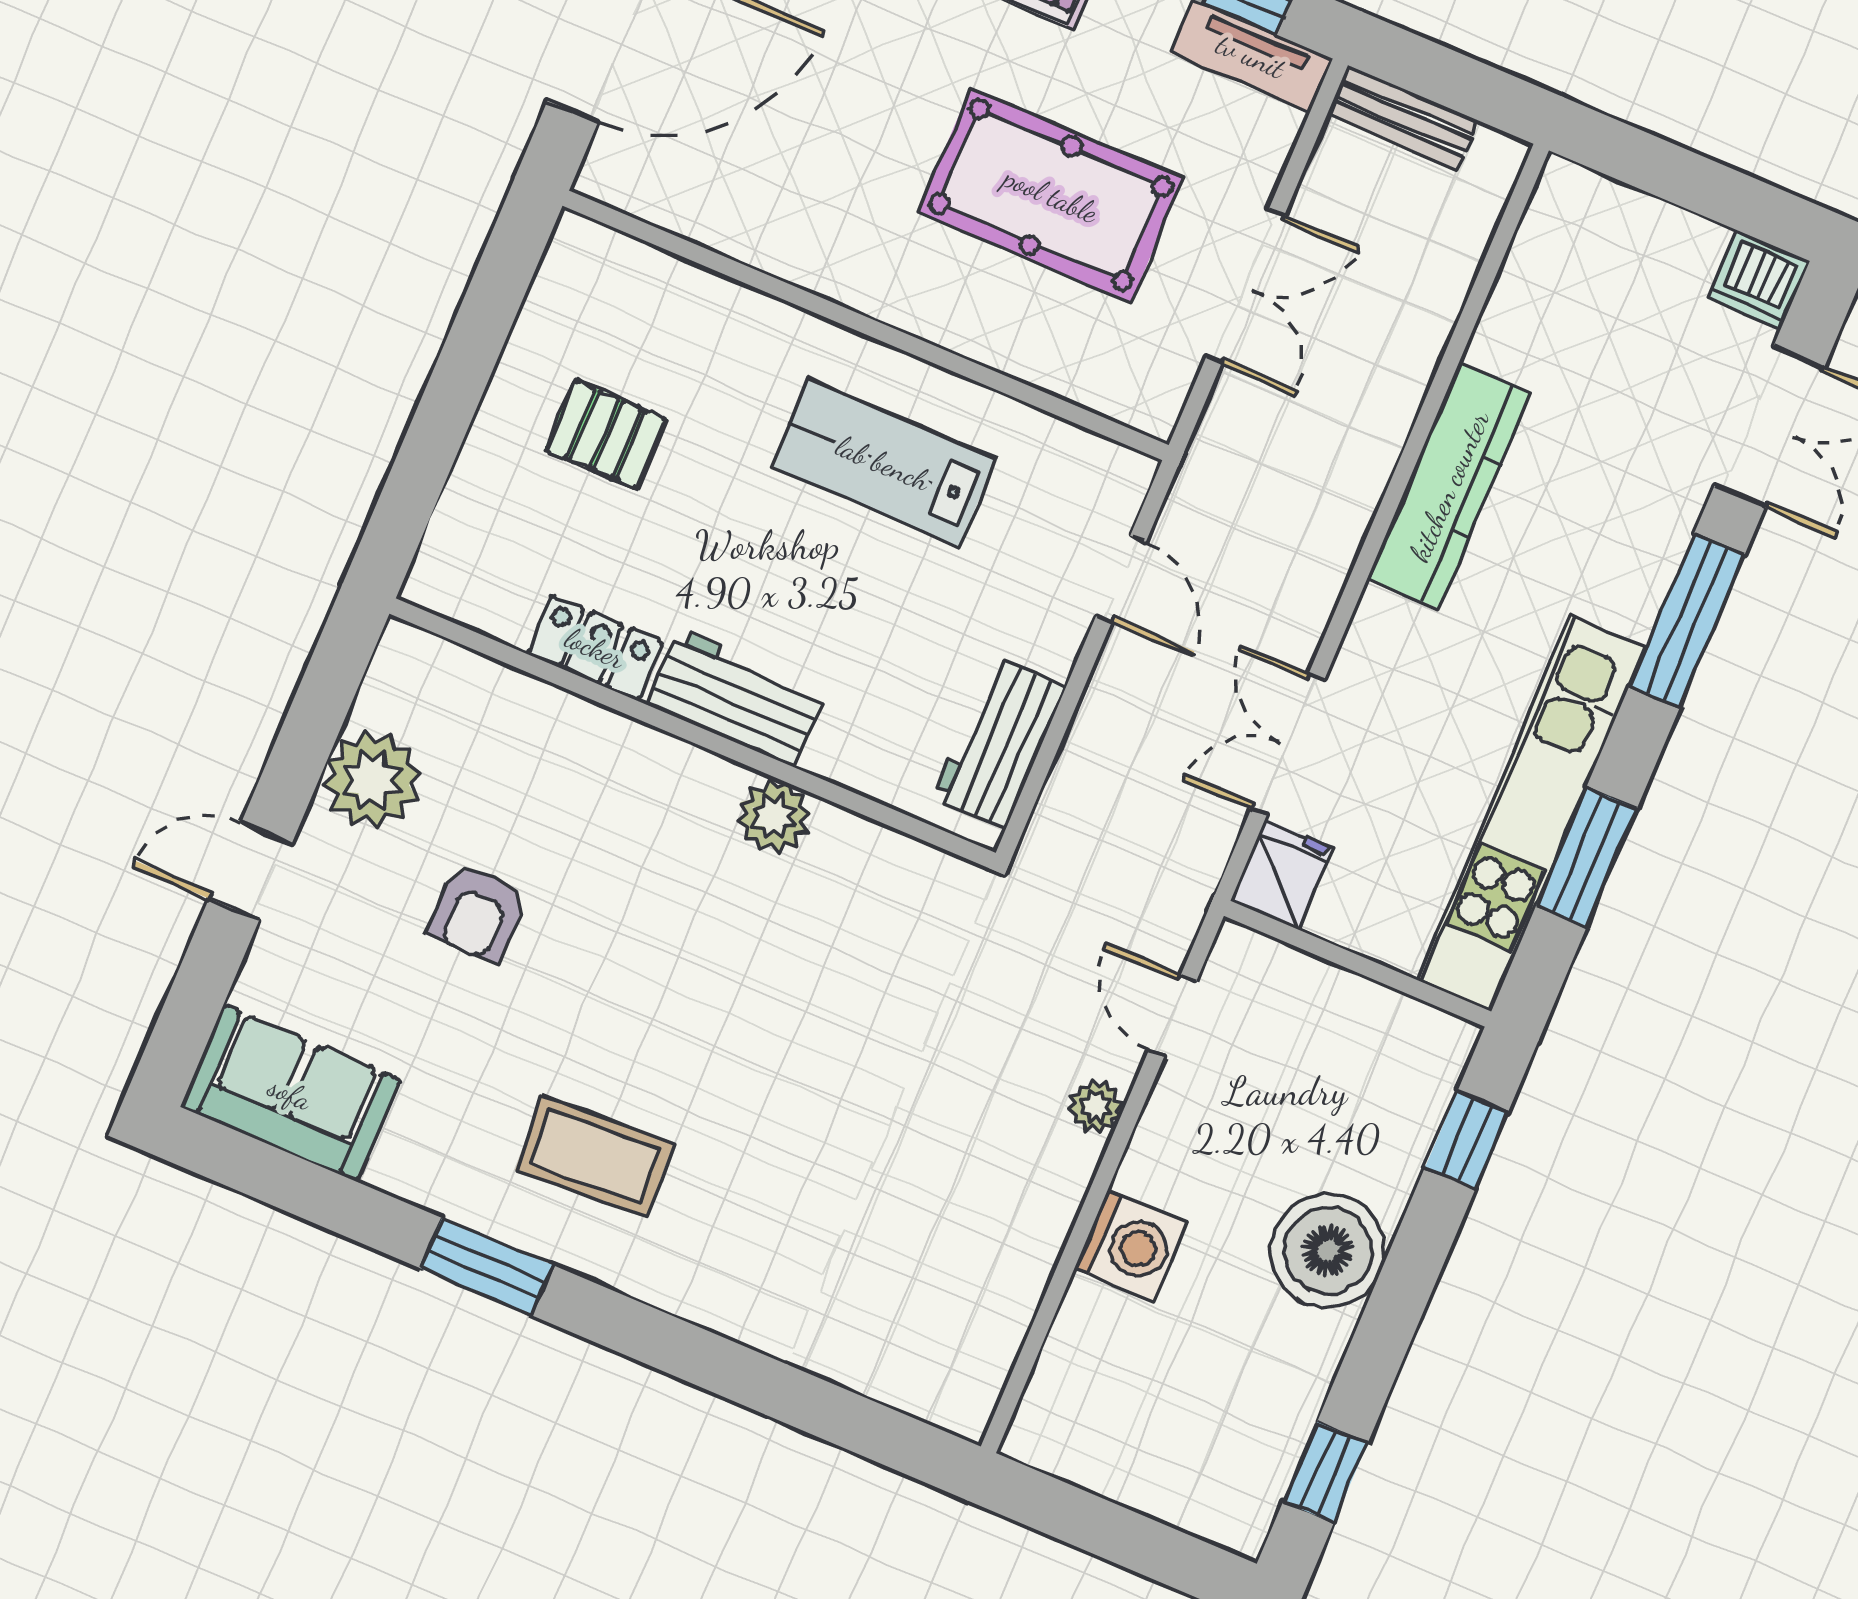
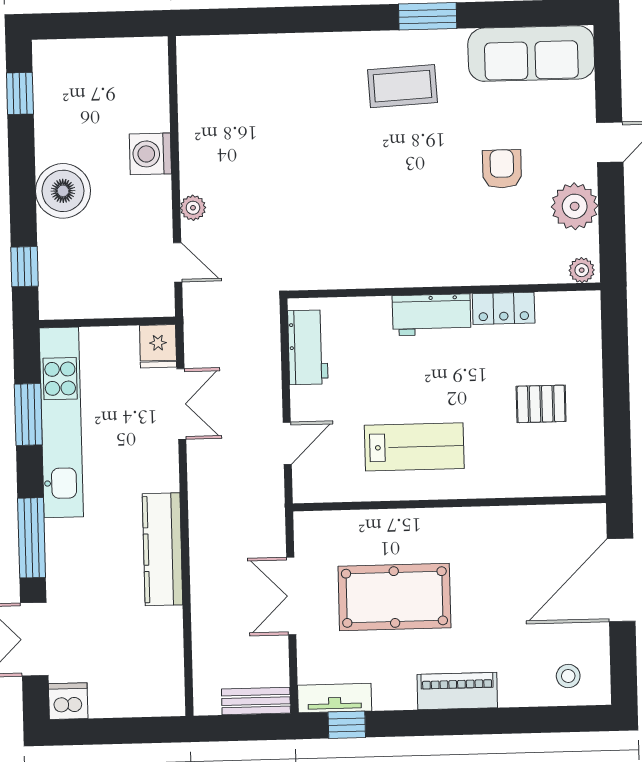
door: (1121, 579) -> (287, 443), swing flipped
plant: (774, 816) -> (582, 270), moved, width x0.73, depth x0.73
sofa: (290, 1093) -> (531, 53), width x1.36

